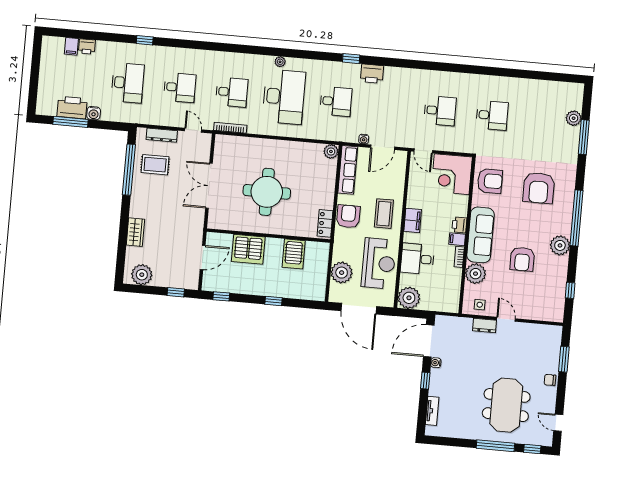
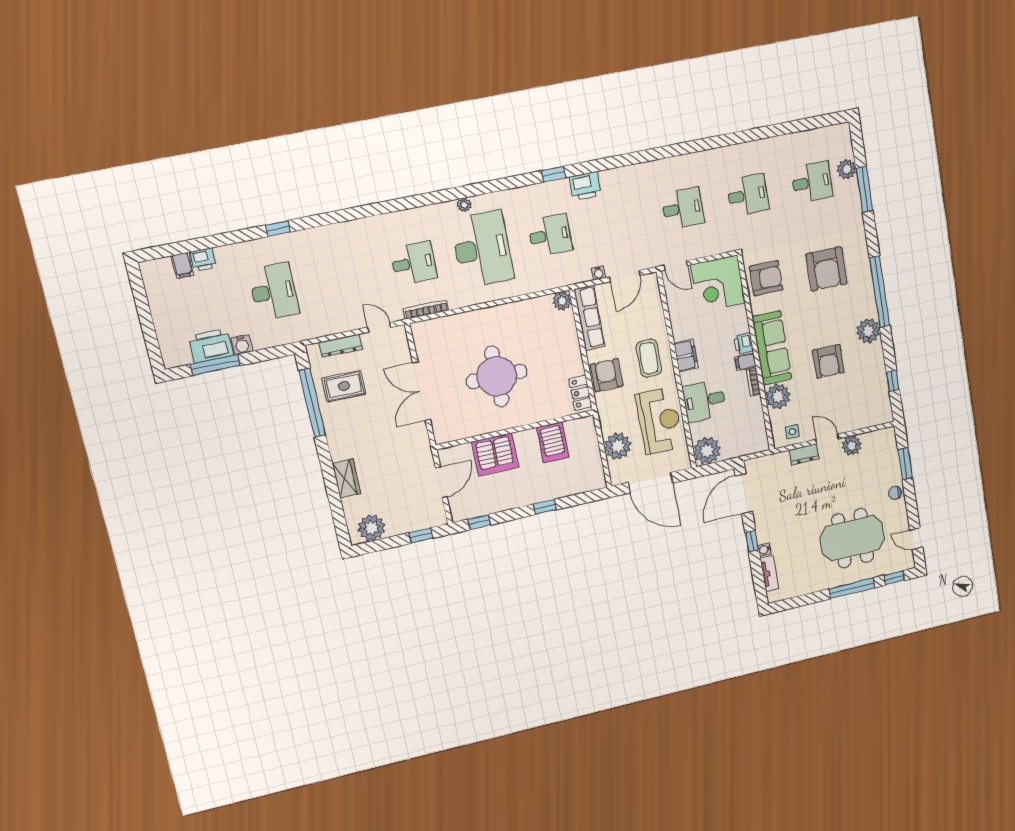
desk: (180, 87) -> (812, 182), moved
plant: (524, 331) -> (852, 446), added
water cooler: (436, 363) -> (765, 549), moved
meeting table: (506, 405) -> (852, 538), turned 90

